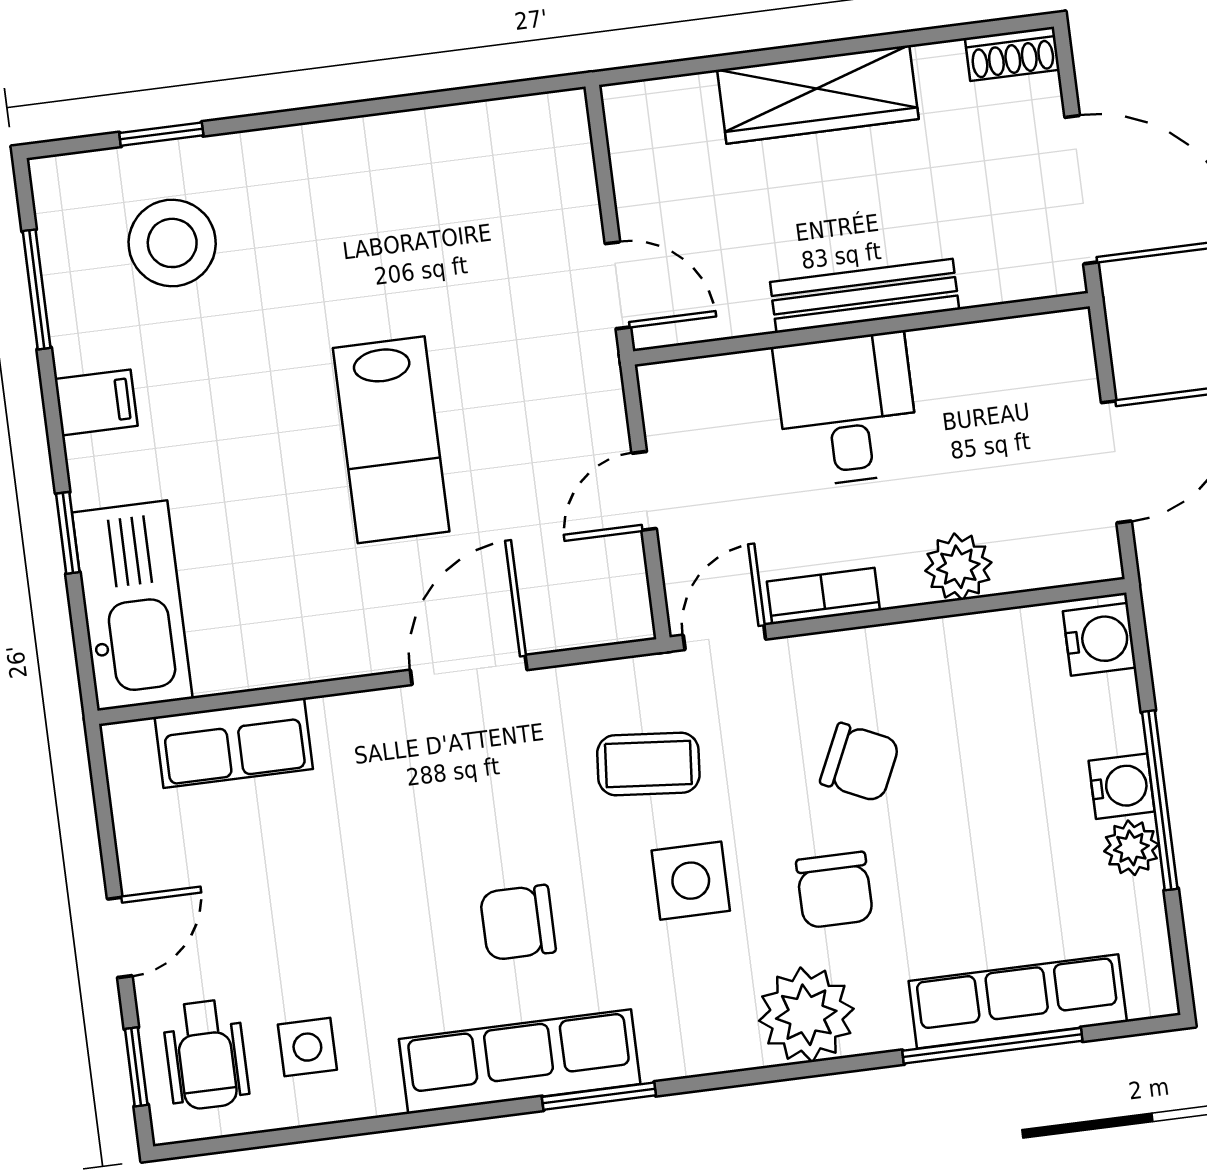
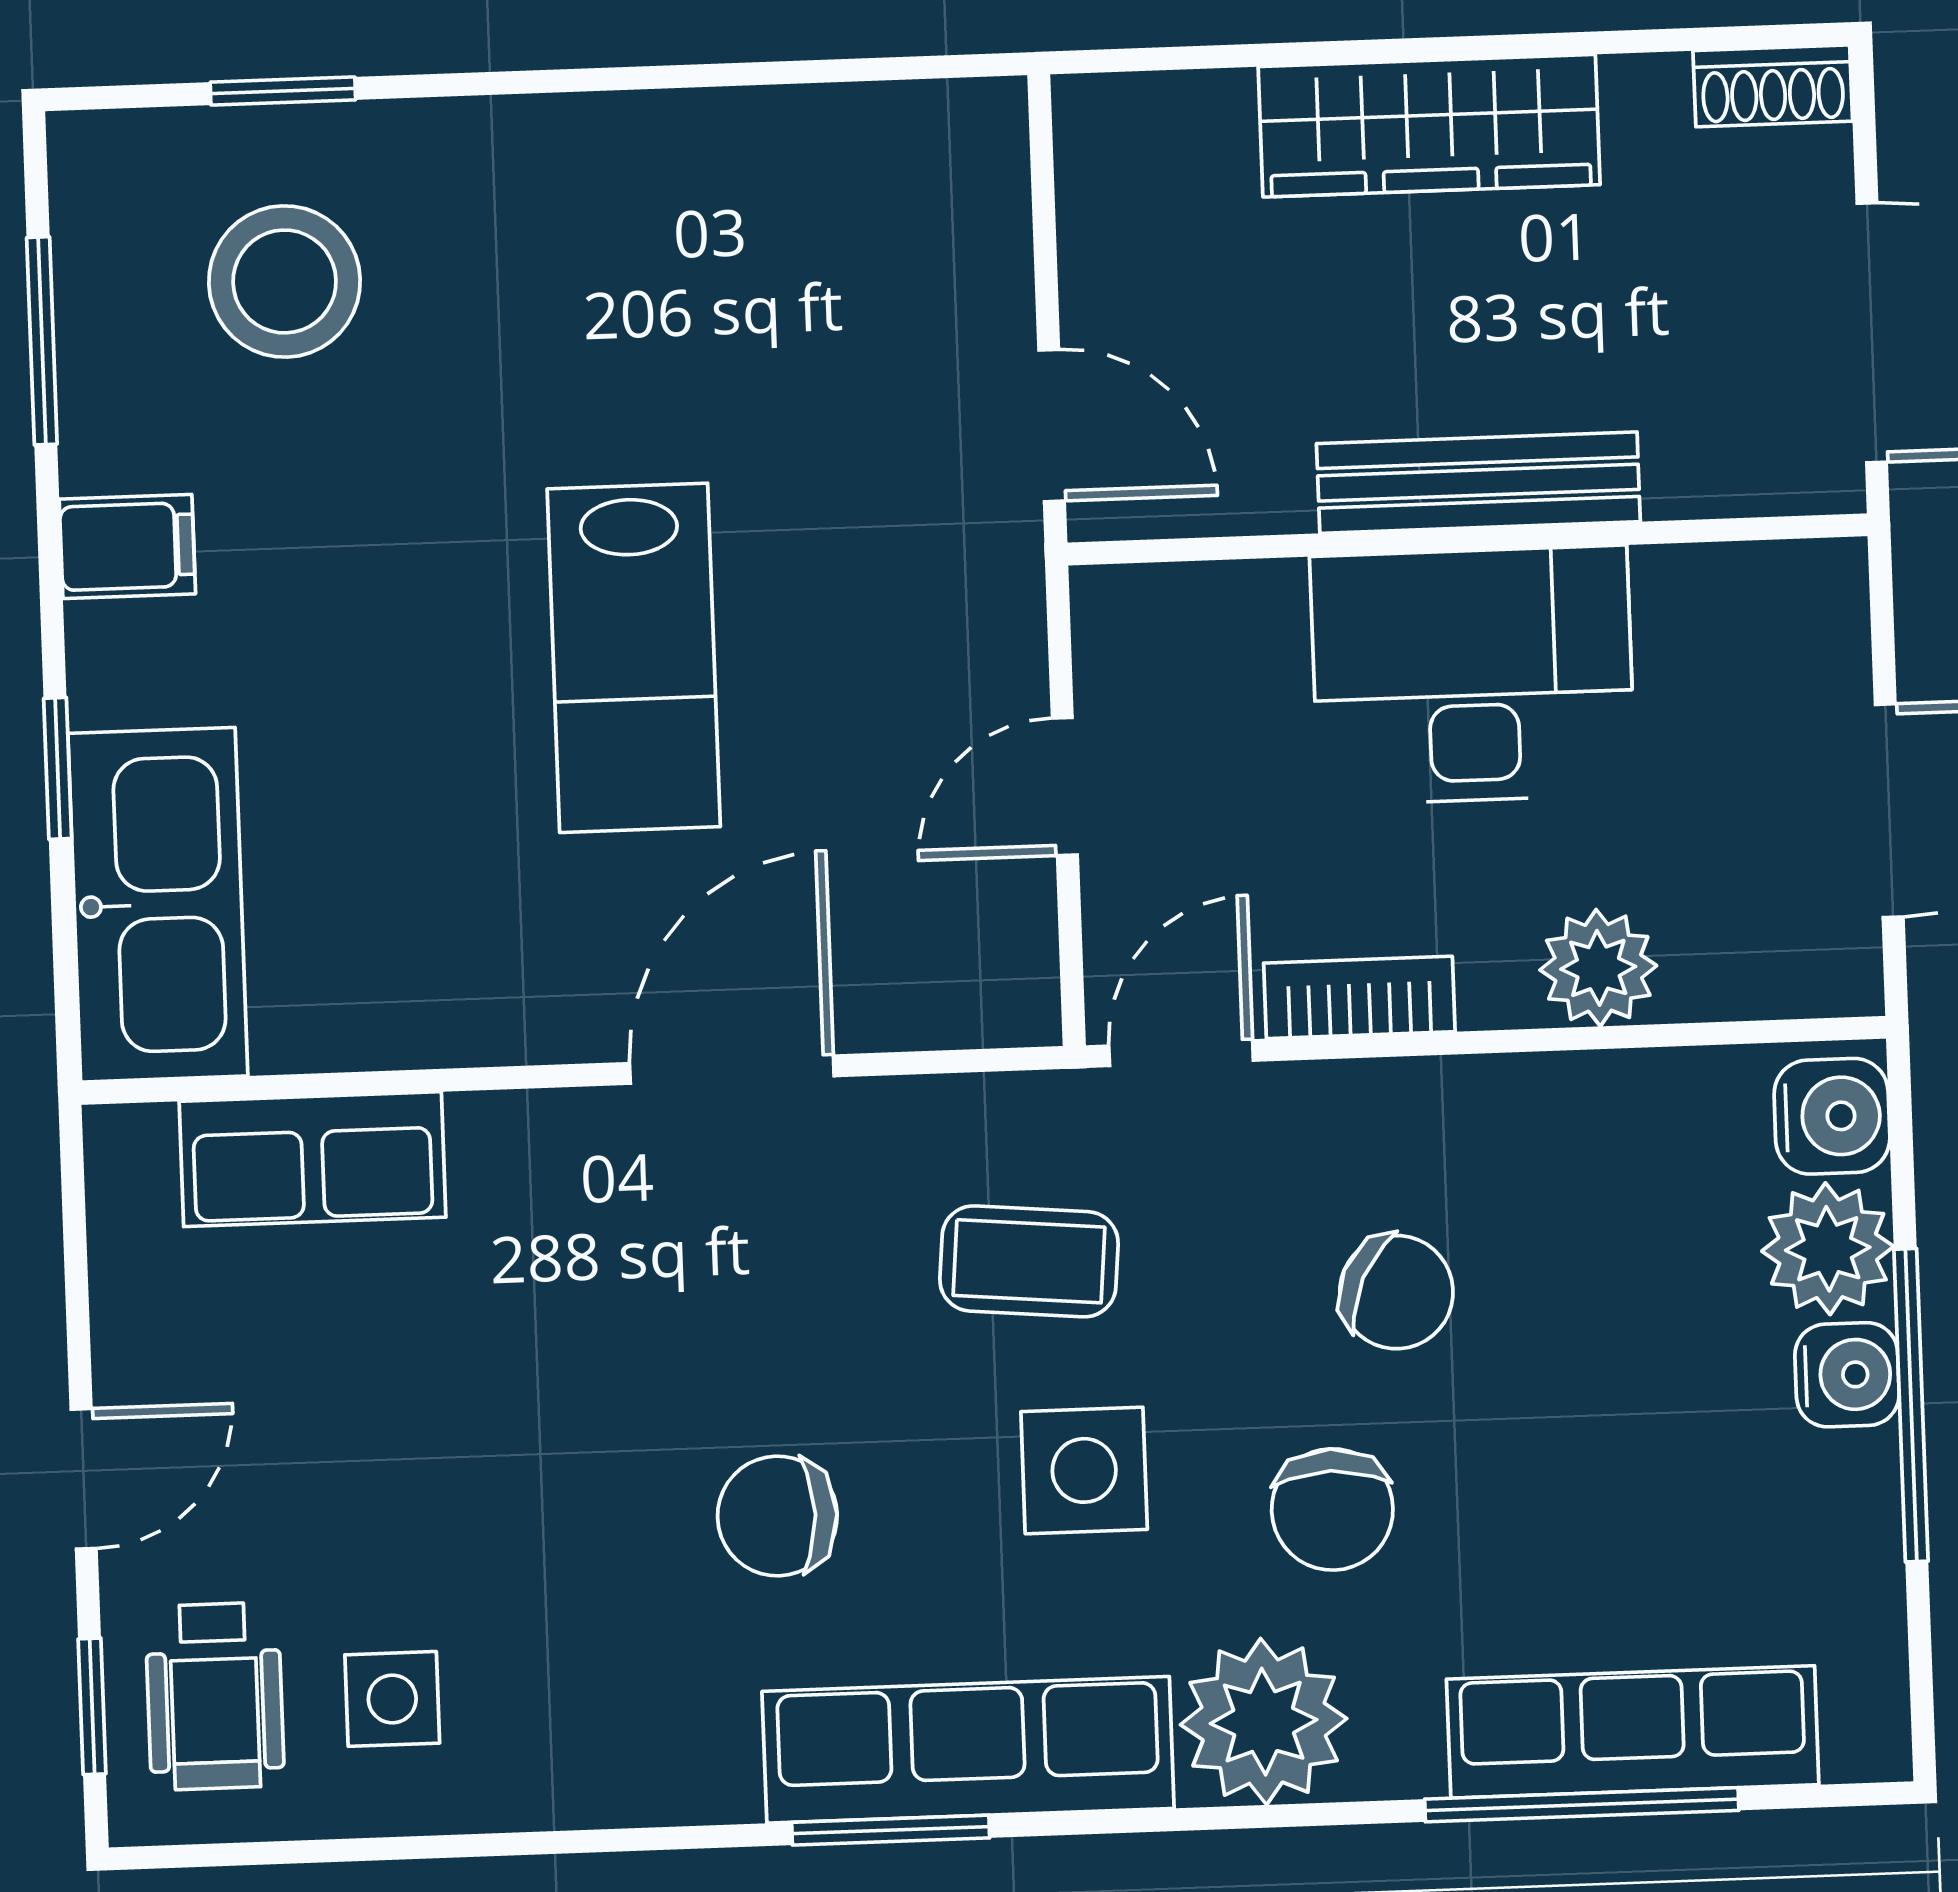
desk: (847, 409) -> (1473, 675), width x1.37
plant: (1131, 848) -> (1828, 1249), moved, width x1.38, depth x1.38
row of seats: (520, 1062) -> (968, 1750), moved

